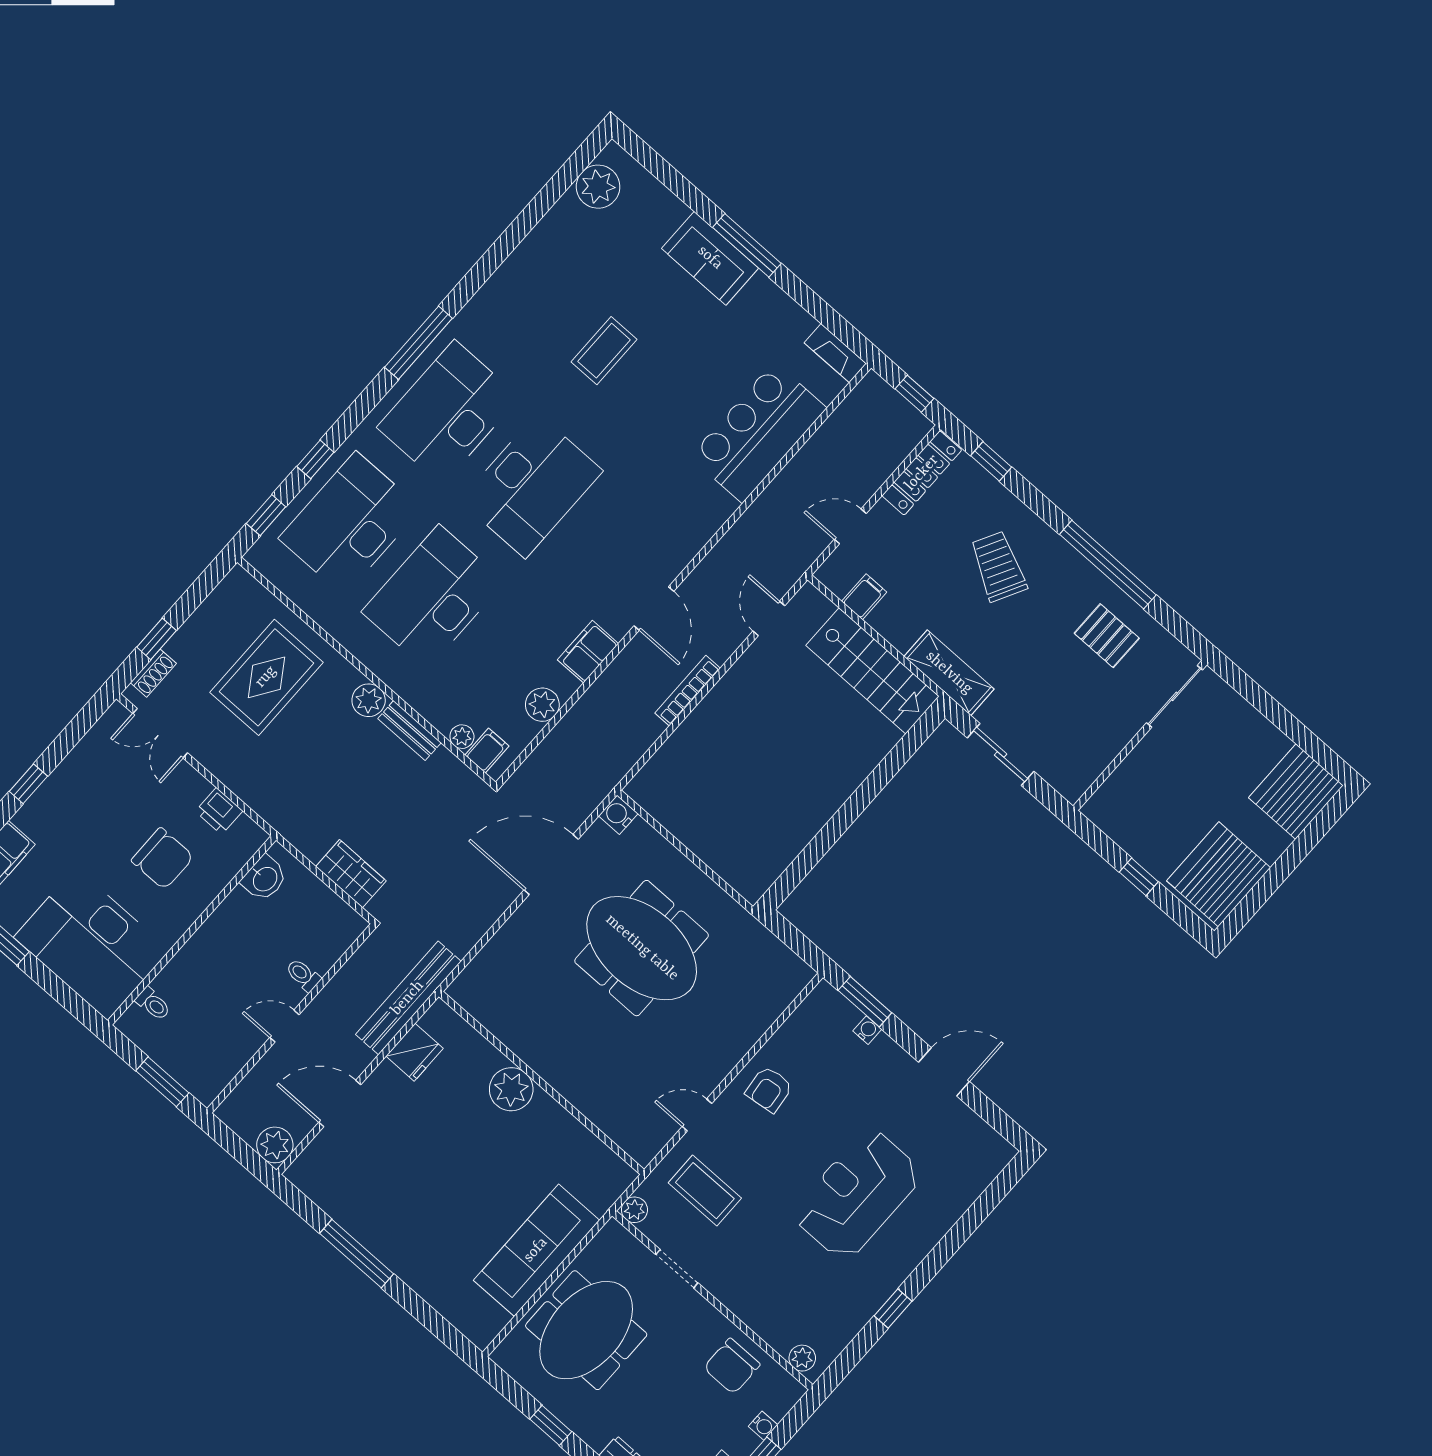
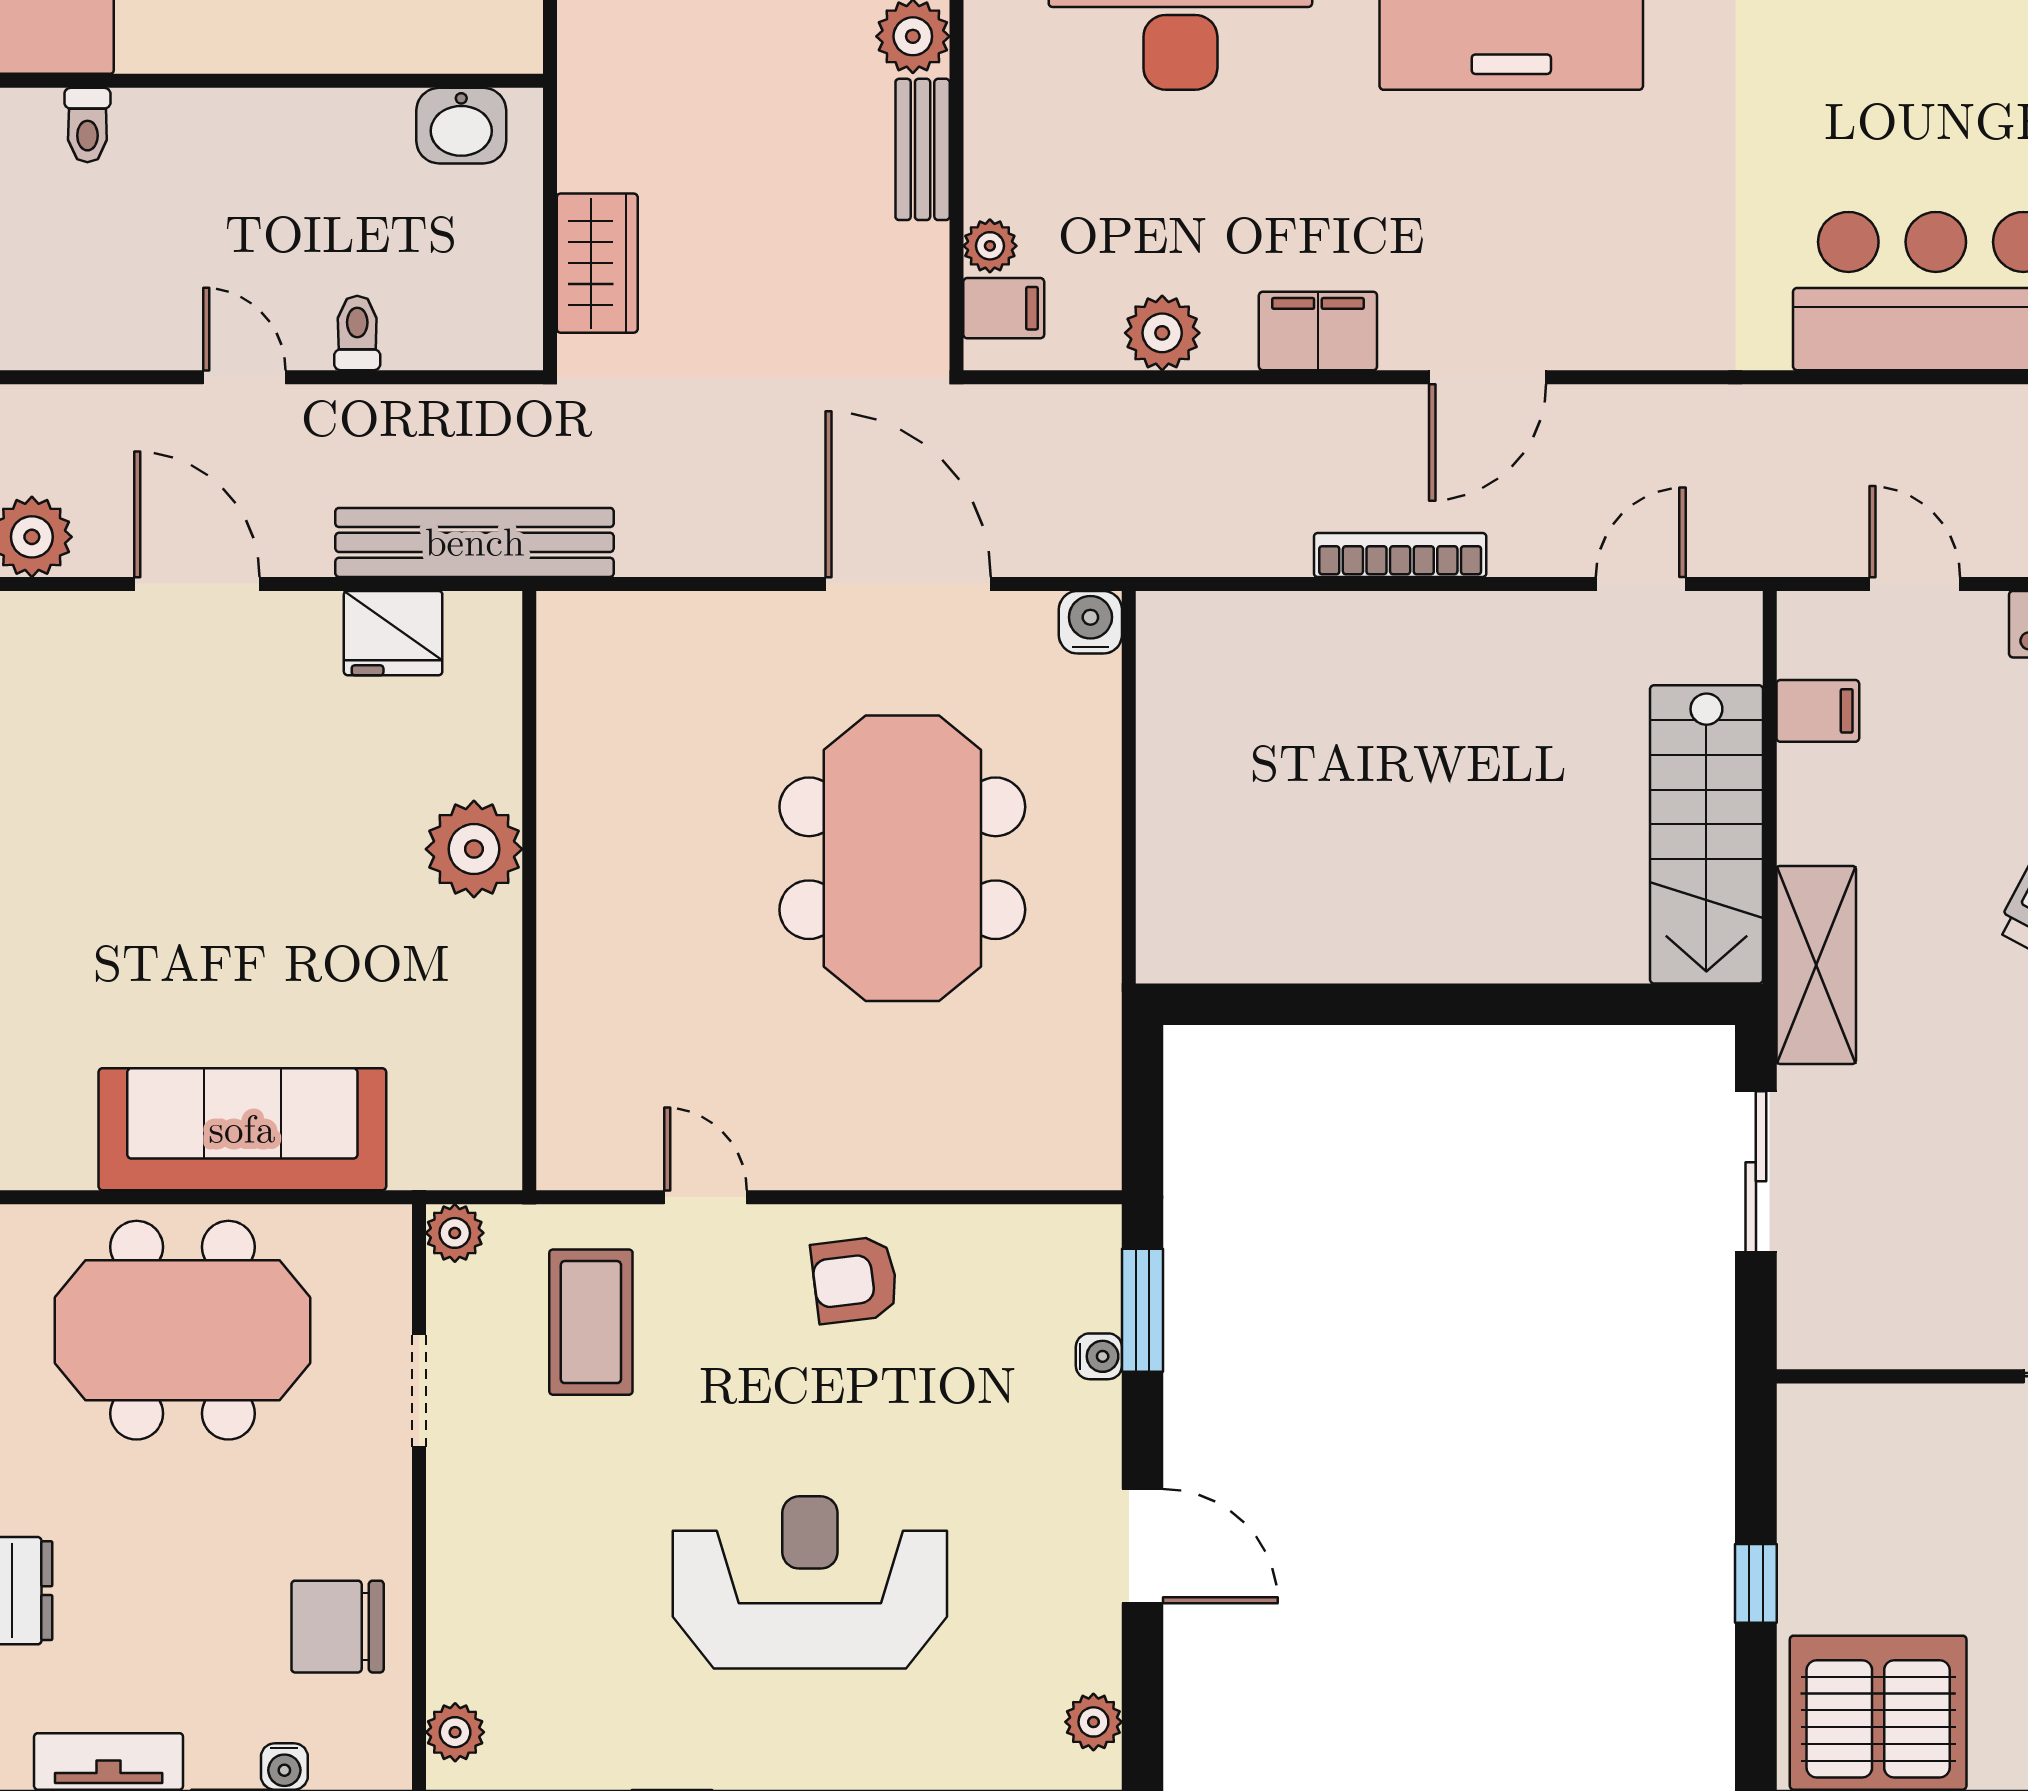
plant: (989, 1141) -> (1093, 1722), added

